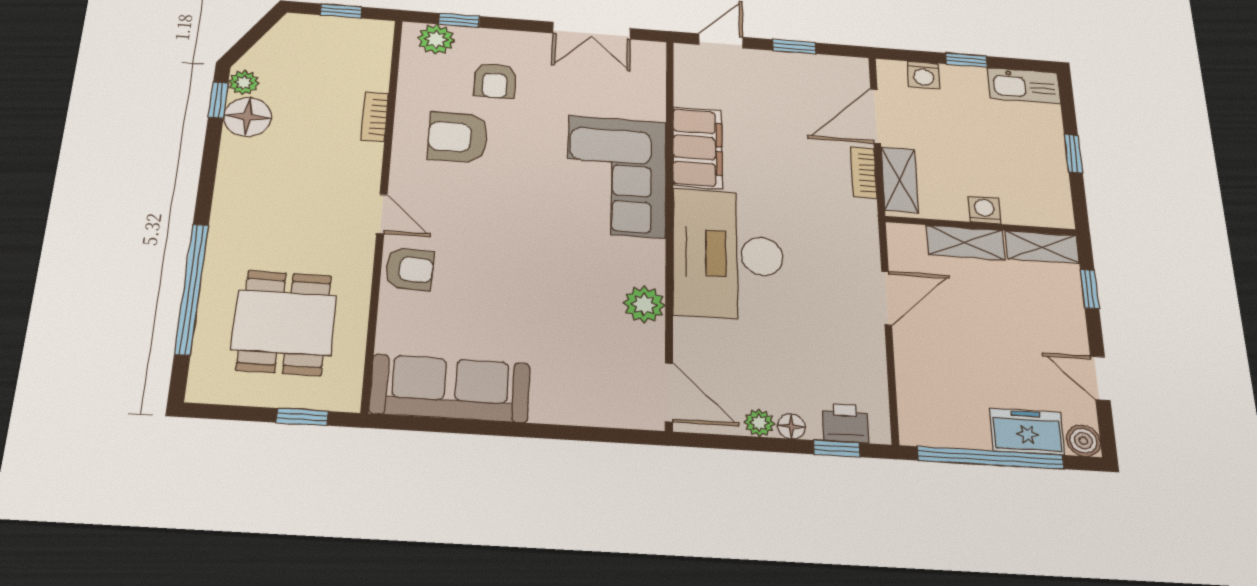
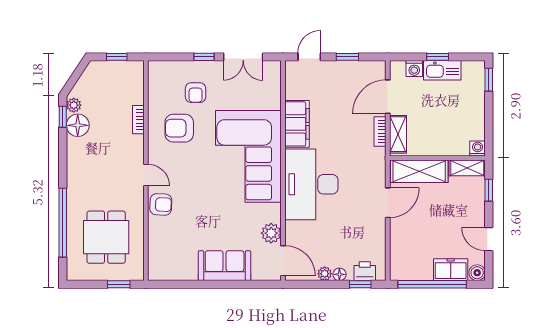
window: (459, 20) -> (204, 57), moved
plant: (436, 39) -> (165, 70), removed
kitchen sink: (1024, 85) -> (442, 70), moved
window: (1073, 154) -> (489, 80), moved
corner sofa: (617, 176) -> (248, 156), width x1.36, depth x1.36
washing machine: (984, 210) -> (478, 149), moved
shelving: (965, 242) -> (419, 171), width x1.50, depth x1.33
plant: (644, 304) -> (271, 233), moved
sofa: (450, 388) -> (225, 266), moved, width x0.73

